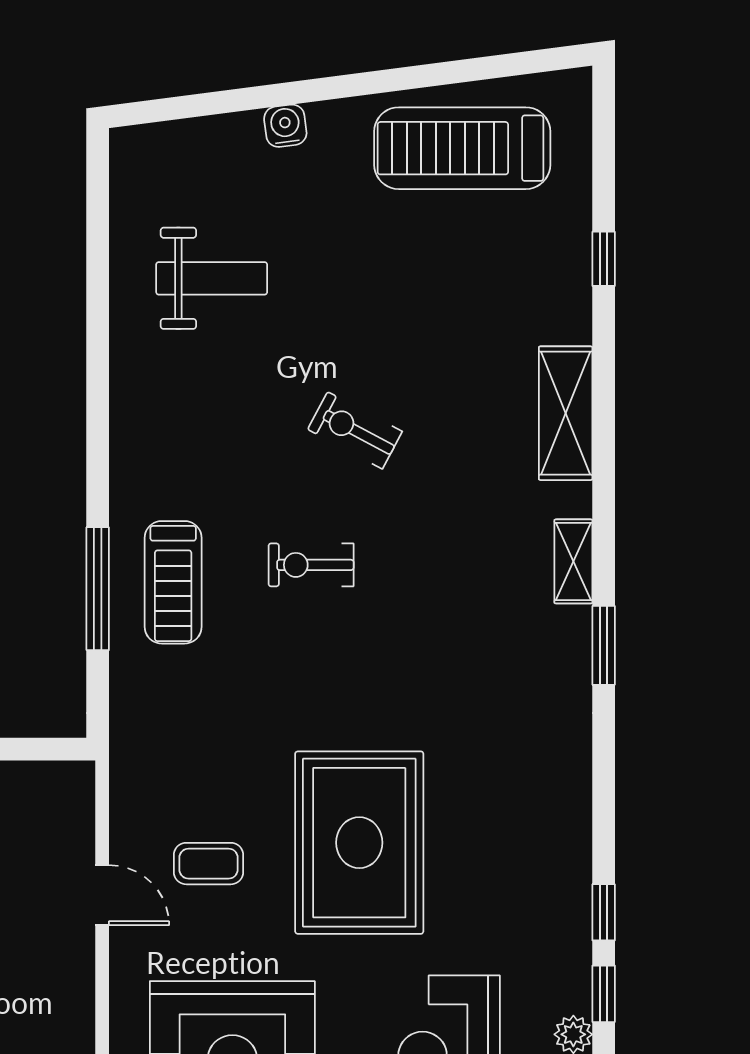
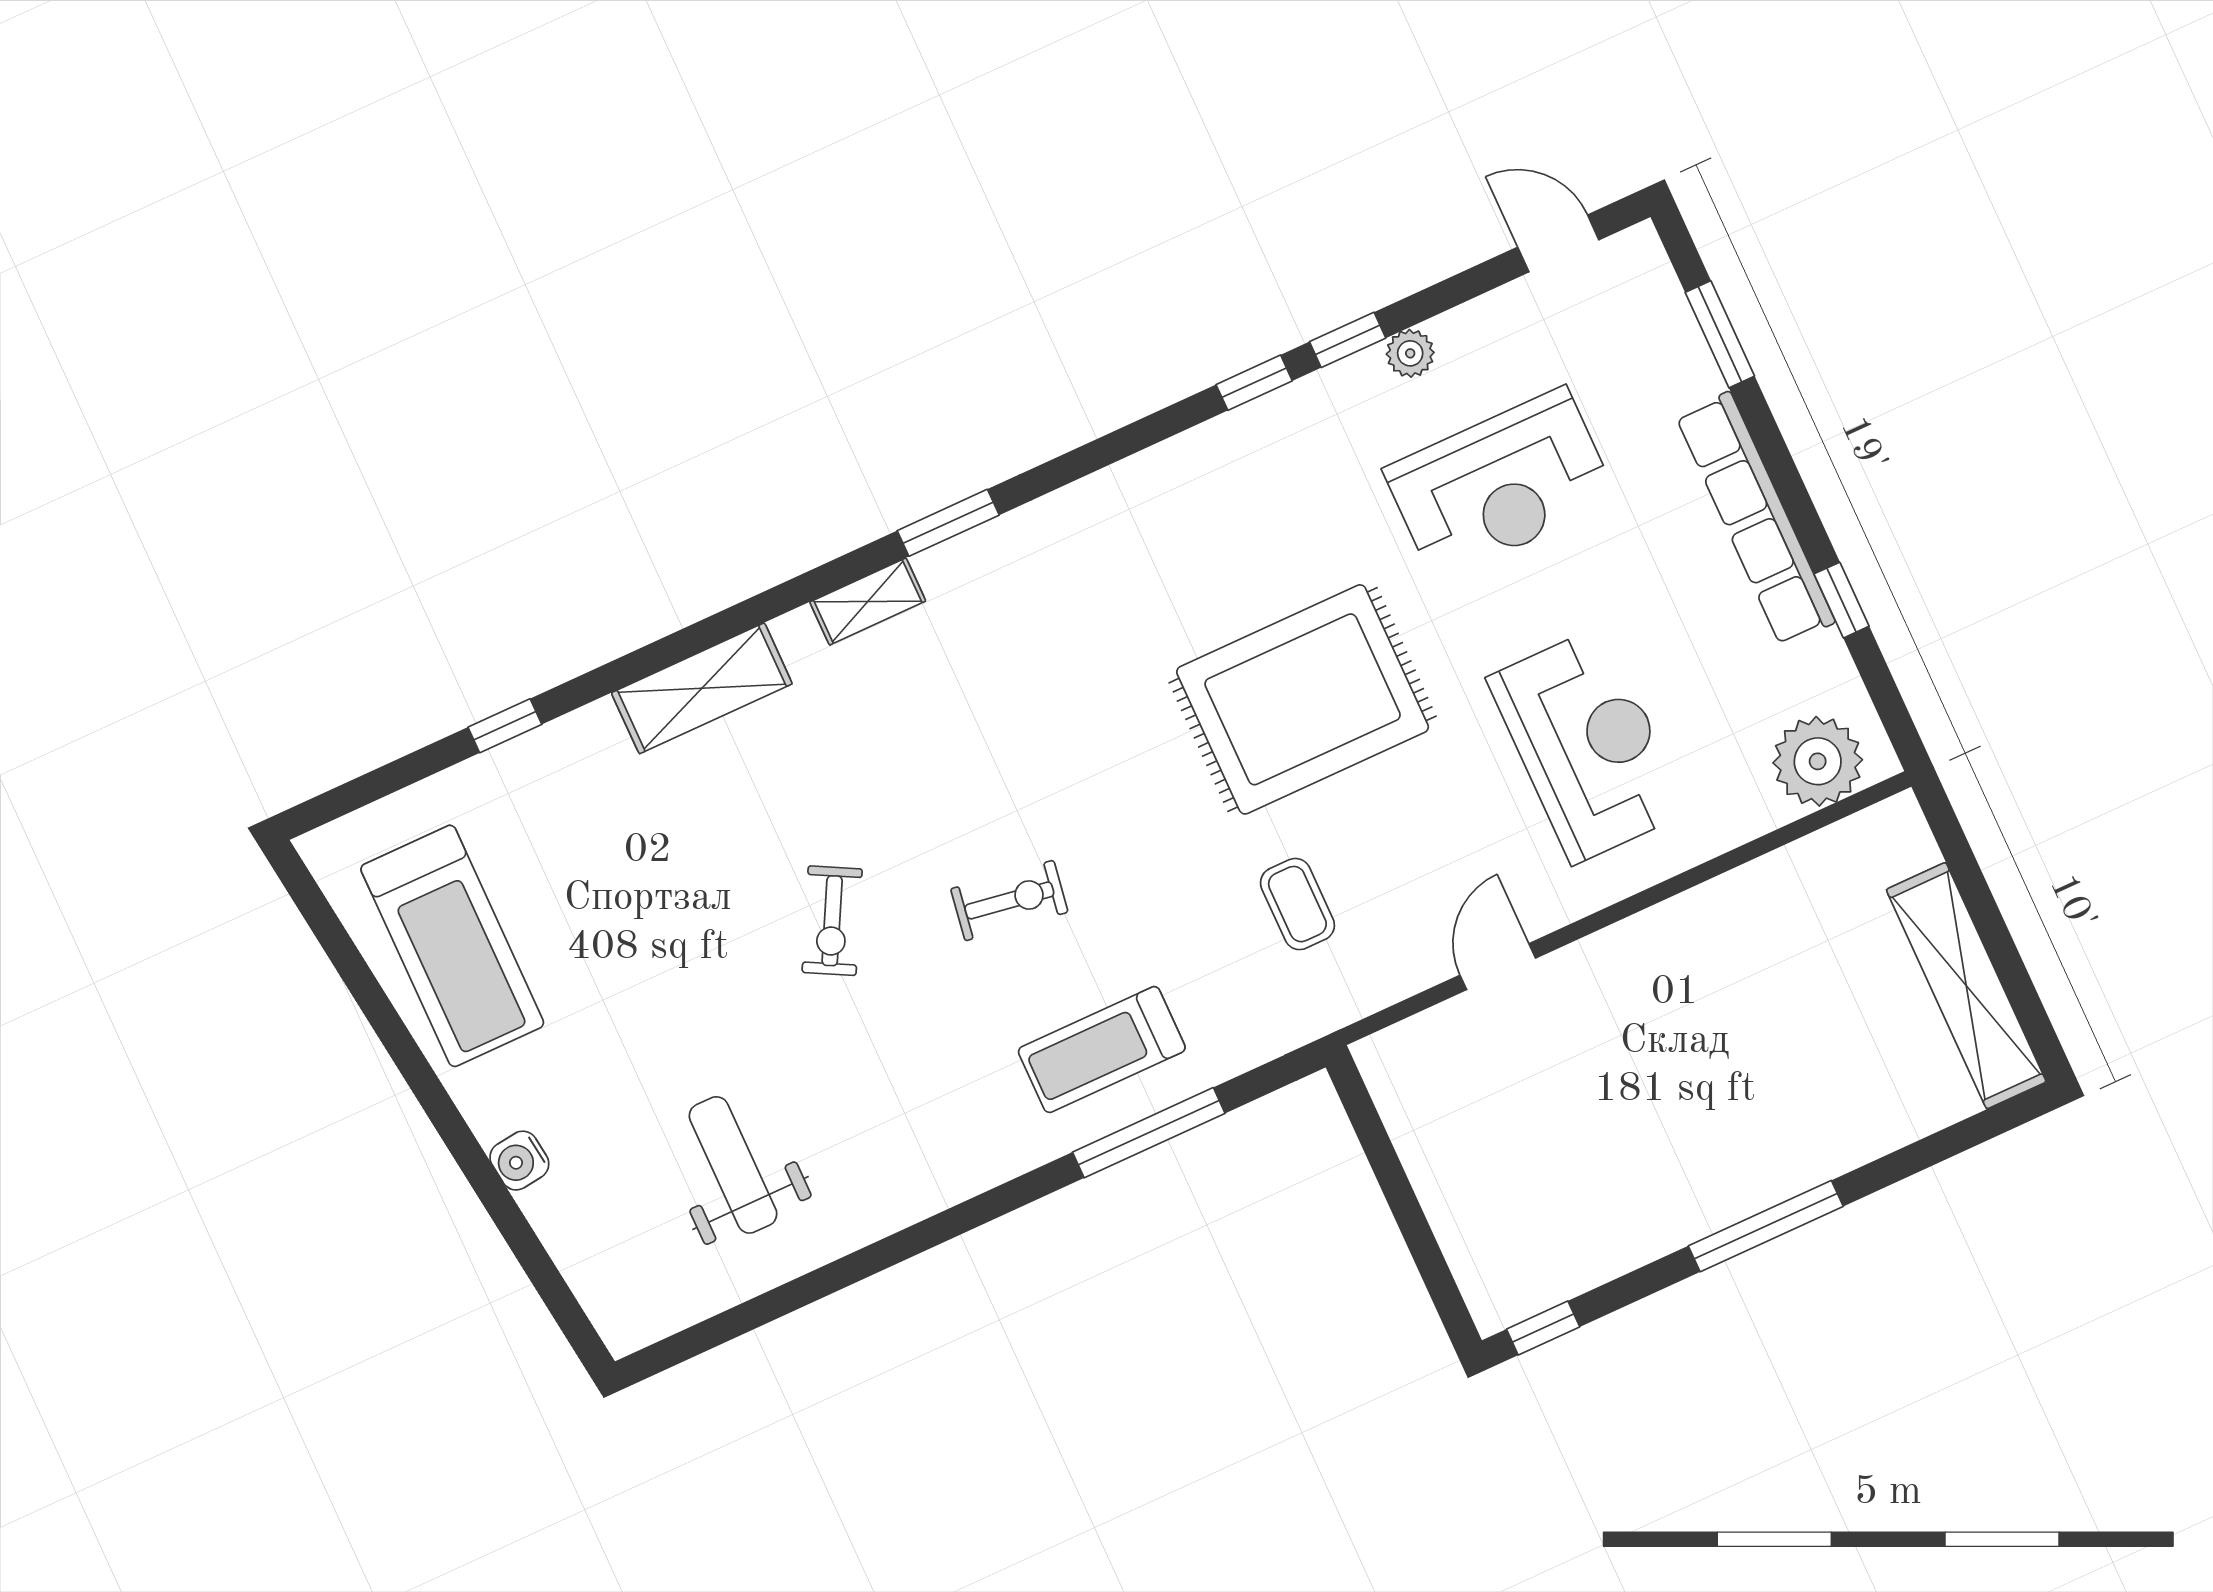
exercise bike: (311, 565) -> (1009, 900), turned -81
treadmill: (173, 582) -> (1102, 1050), turned 180
coffee table: (209, 864) -> (1297, 904), moved

